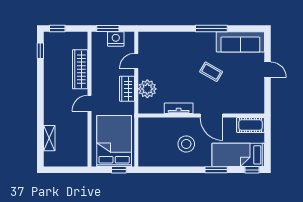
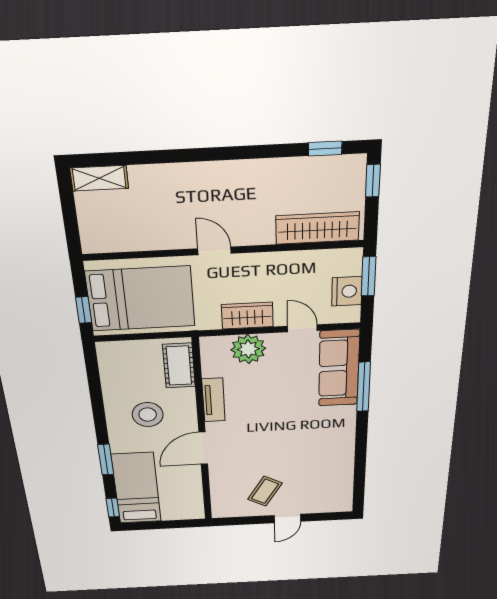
window: (211, 29) -> (364, 387), moved
sofa: (240, 42) -> (339, 368), moved
wardrobe: (80, 69) -> (317, 228), moved
coffee table: (211, 72) -> (265, 491), moved
cot: (251, 125) -> (179, 366), moved
shelving: (49, 138) -> (99, 178), moved

